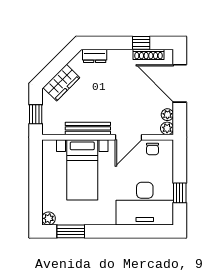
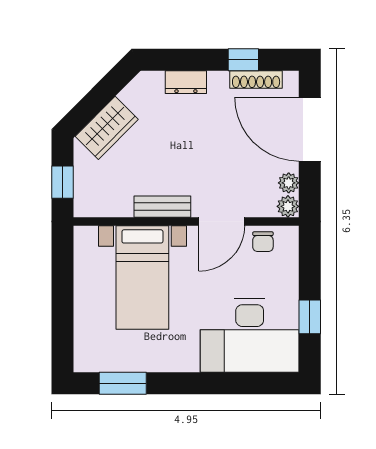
dresser: (95, 56) -> (186, 82), moved
bench: (88, 128) -> (162, 207), width x0.73
plant: (49, 218) -> (85, 361), removed

